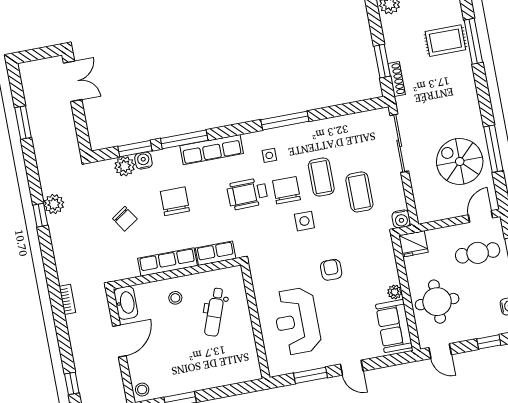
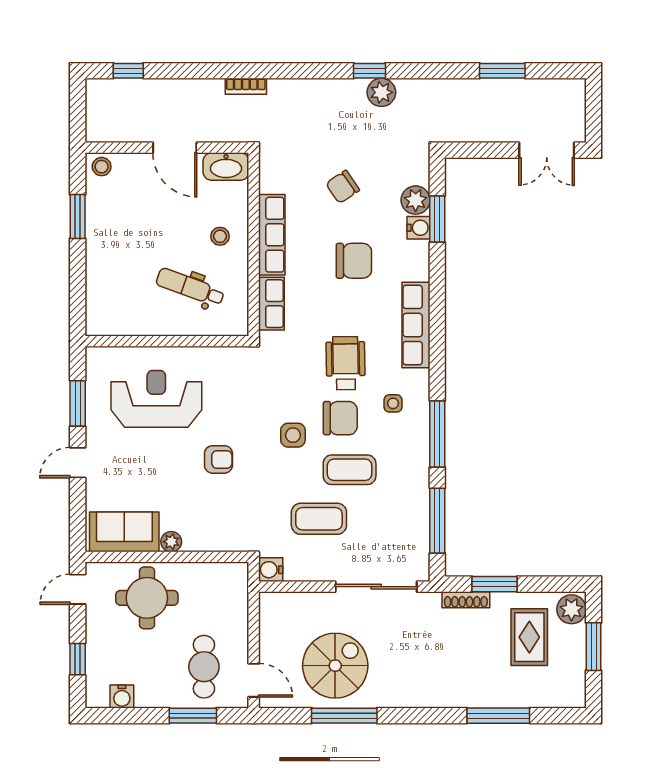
rug: (445, 41) -> (529, 637), moved
window: (184, 139) -> (437, 521), moved
fridge: (413, 244) -> (233, 580), removed

